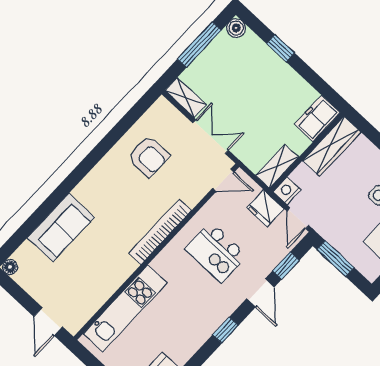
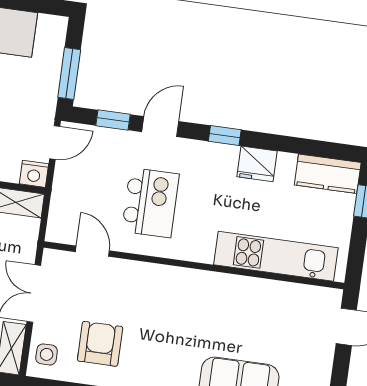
side table: (166, 117) -> (47, 354), added
door: (223, 180) -> (92, 251), moved
fridge: (265, 208) -> (257, 164), moved, turned 90
bookcase: (160, 232) -> (170, 276), removed

